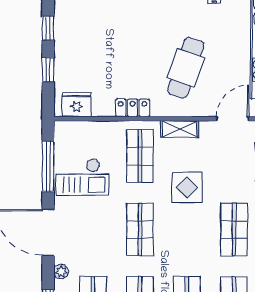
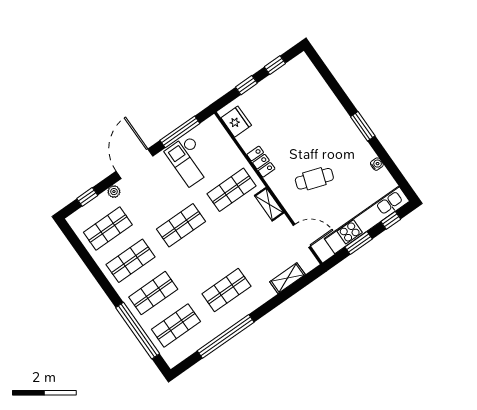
cafe table: (186, 68) -> (314, 179), width x0.73, depth x0.74
display table: (187, 187) -> (233, 237), removed

